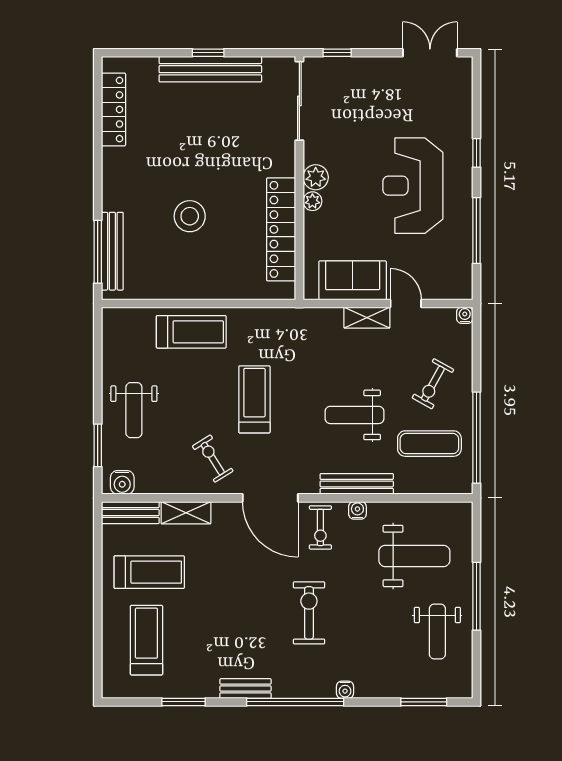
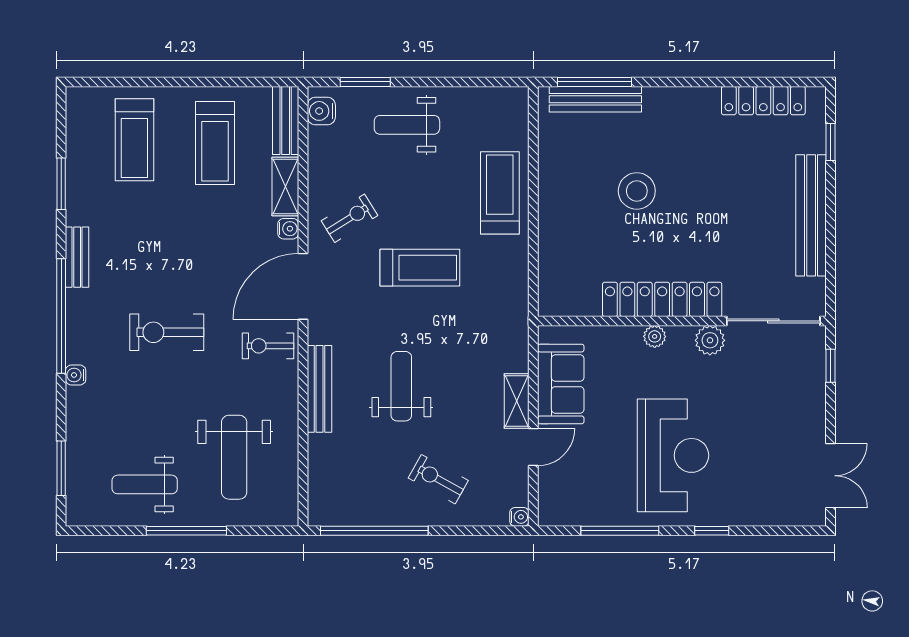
window: (208, 53) -> (831, 142), moved
plant: (316, 177) -> (710, 340), moved
reception desk: (413, 186) -> (673, 455), turned 90
locker: (281, 229) -> (662, 299), moved
treadmill: (191, 332) -> (500, 193), turned 180
exercise mat: (429, 444) -> (367, 475), removed
water cooler: (357, 510) -> (288, 229), moved
exercise bike: (309, 613) -> (167, 332), turned 180
treadmill: (146, 640) -> (134, 140), turned 90

